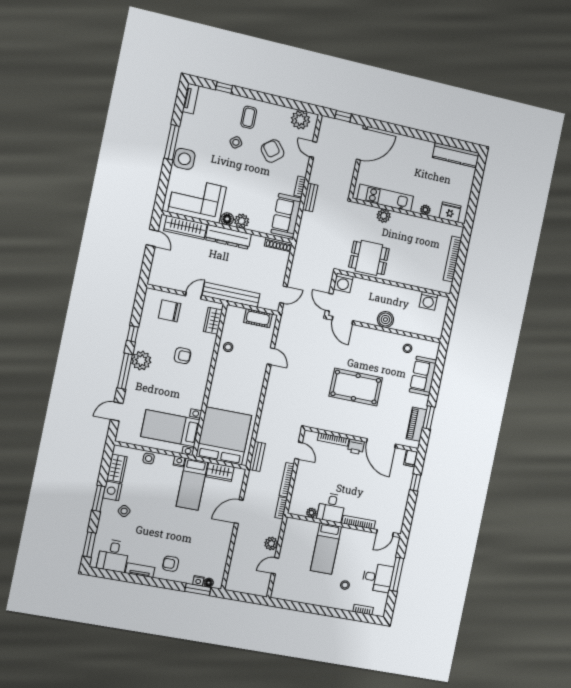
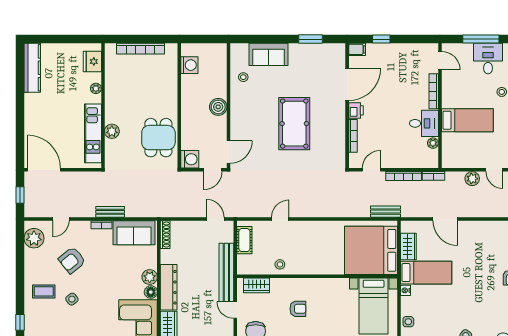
armchair: (183, 356) -> (298, 309), turned 90
piano: (416, 424) -> (320, 51), removed

